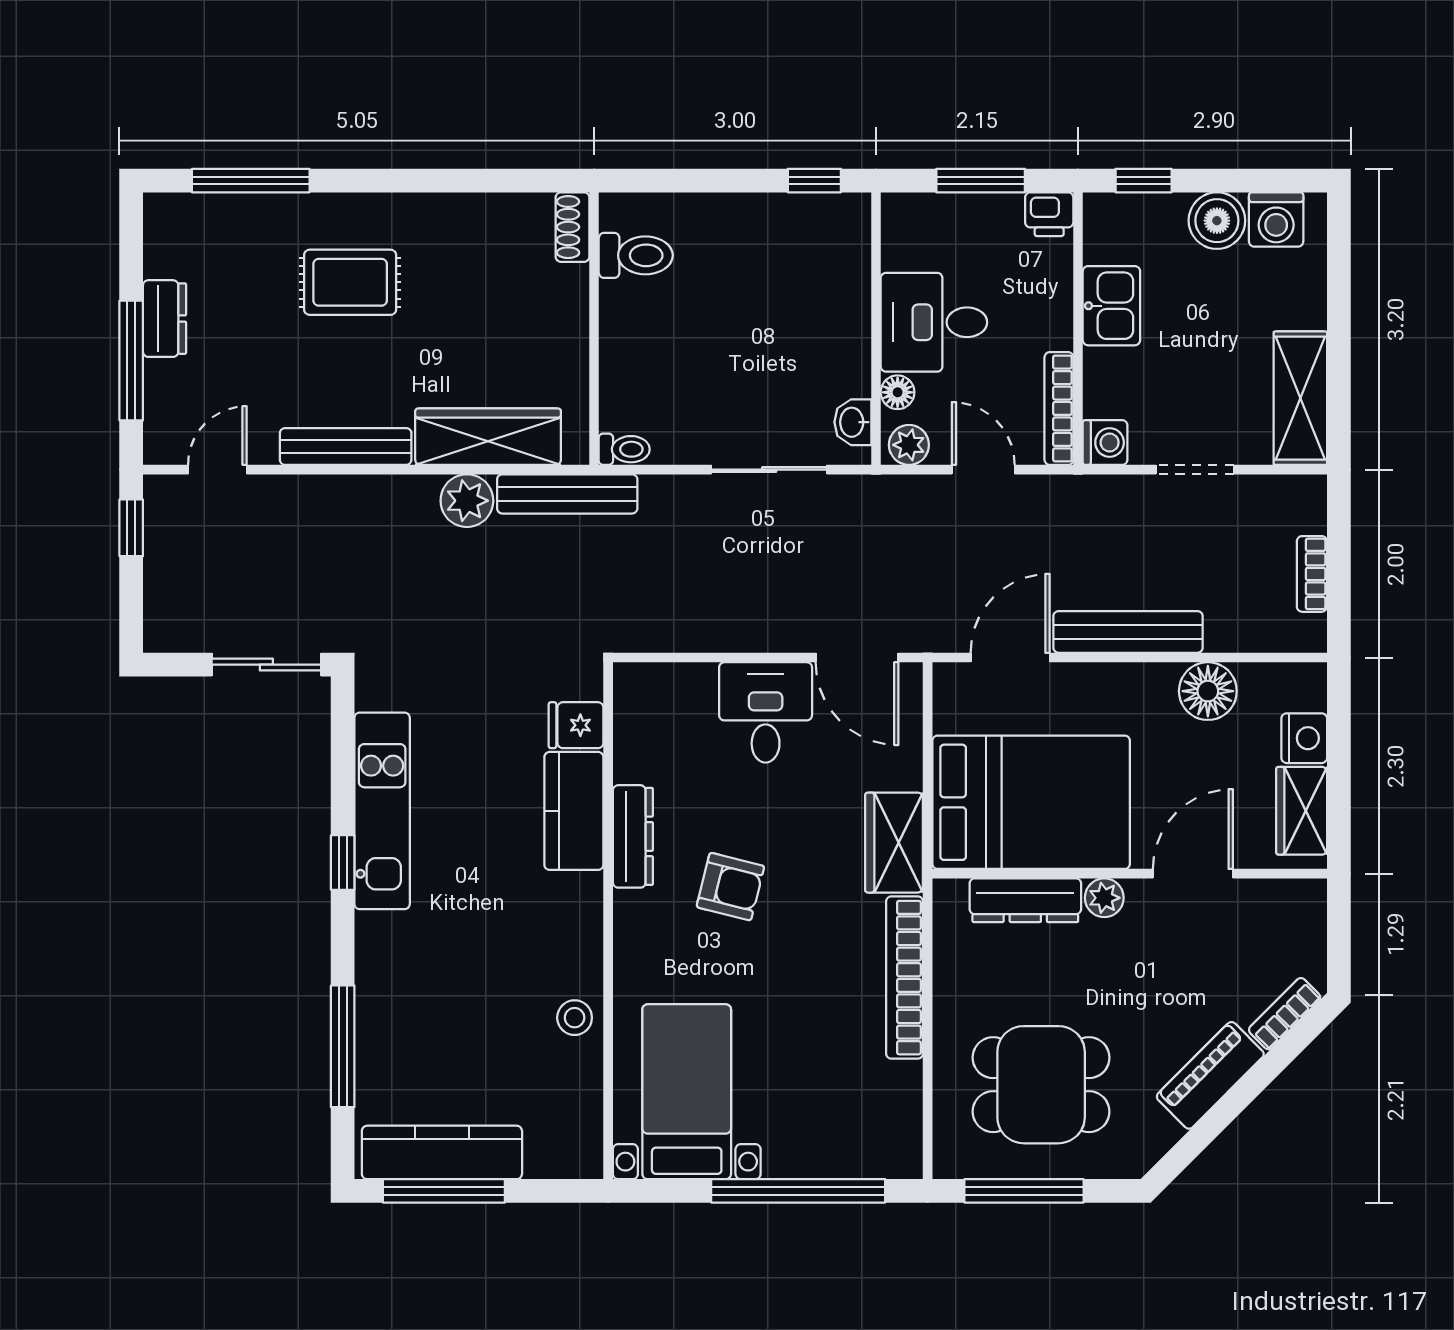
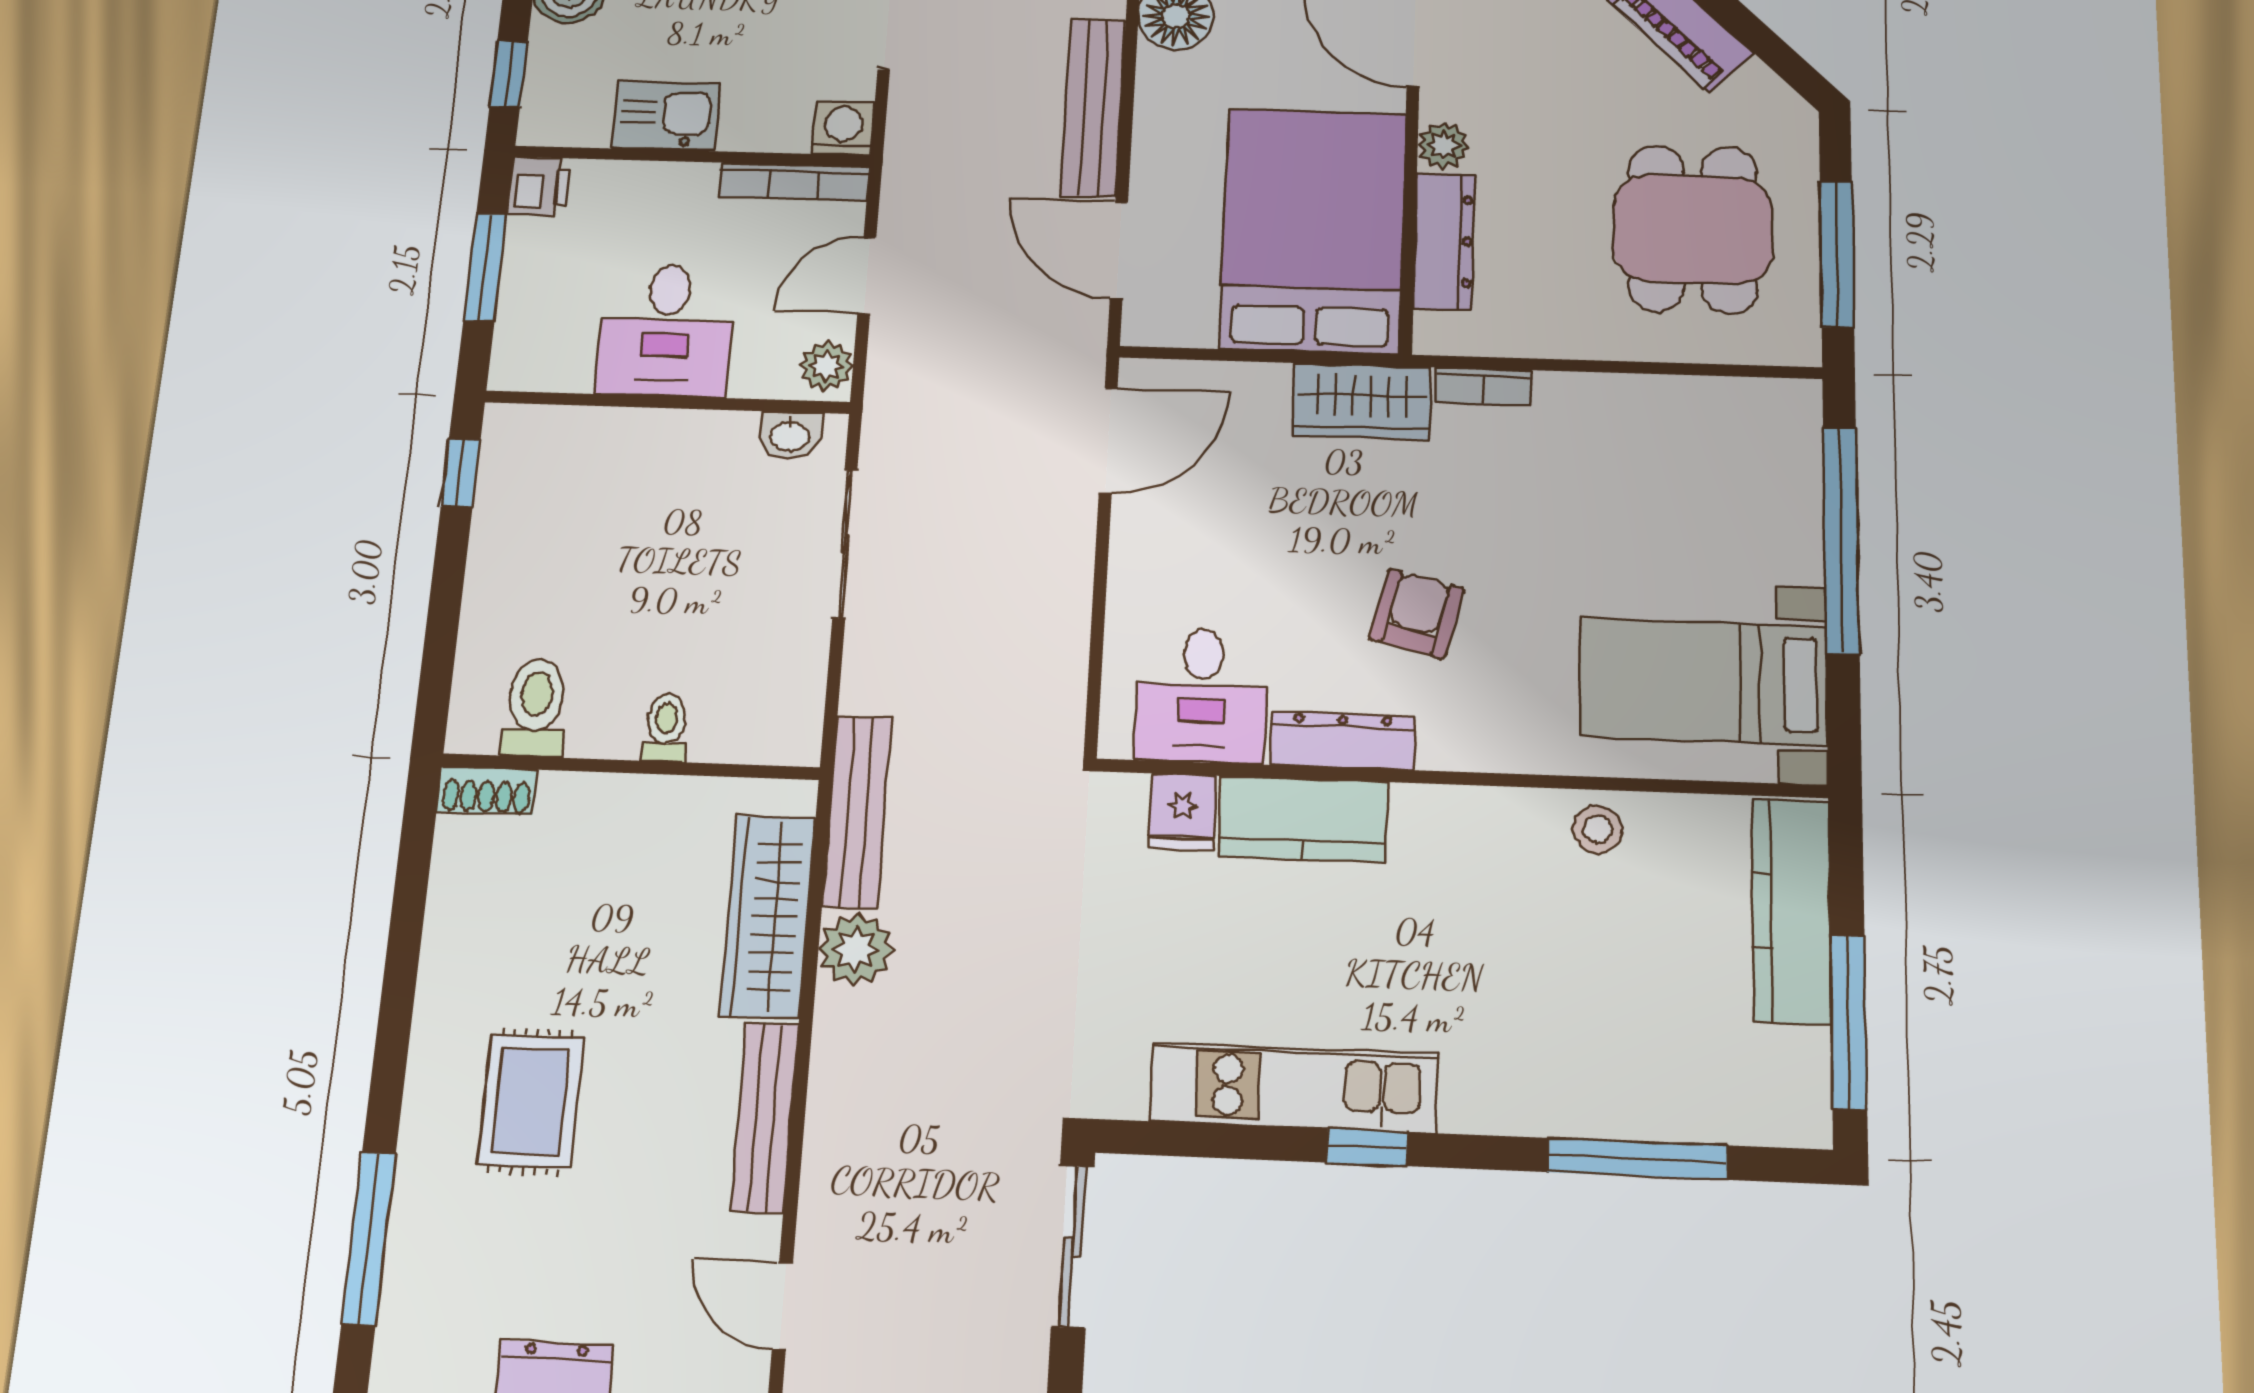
floor lamp: (898, 392) -> (755, 378), removed
toilet: (624, 449) -> (666, 728), moved
desk: (766, 712) -> (1202, 695), moved, turned -90
bookcase: (905, 978) -> (1483, 386), width x0.43, depth x0.76
kitchen counter: (442, 1152) -> (1791, 911), moved

